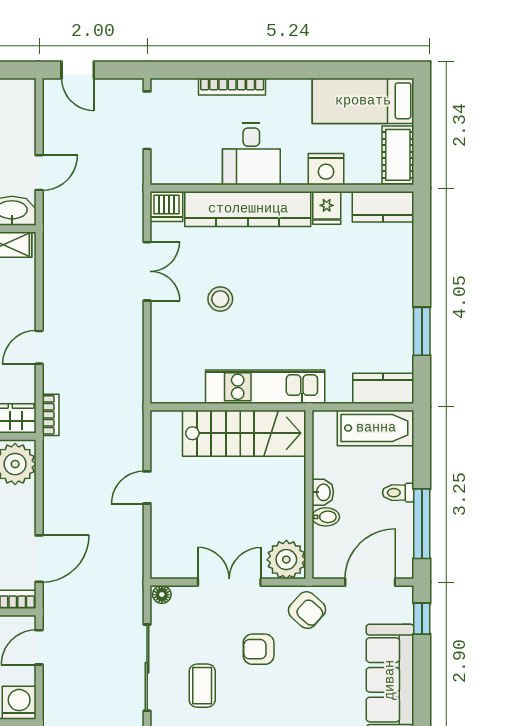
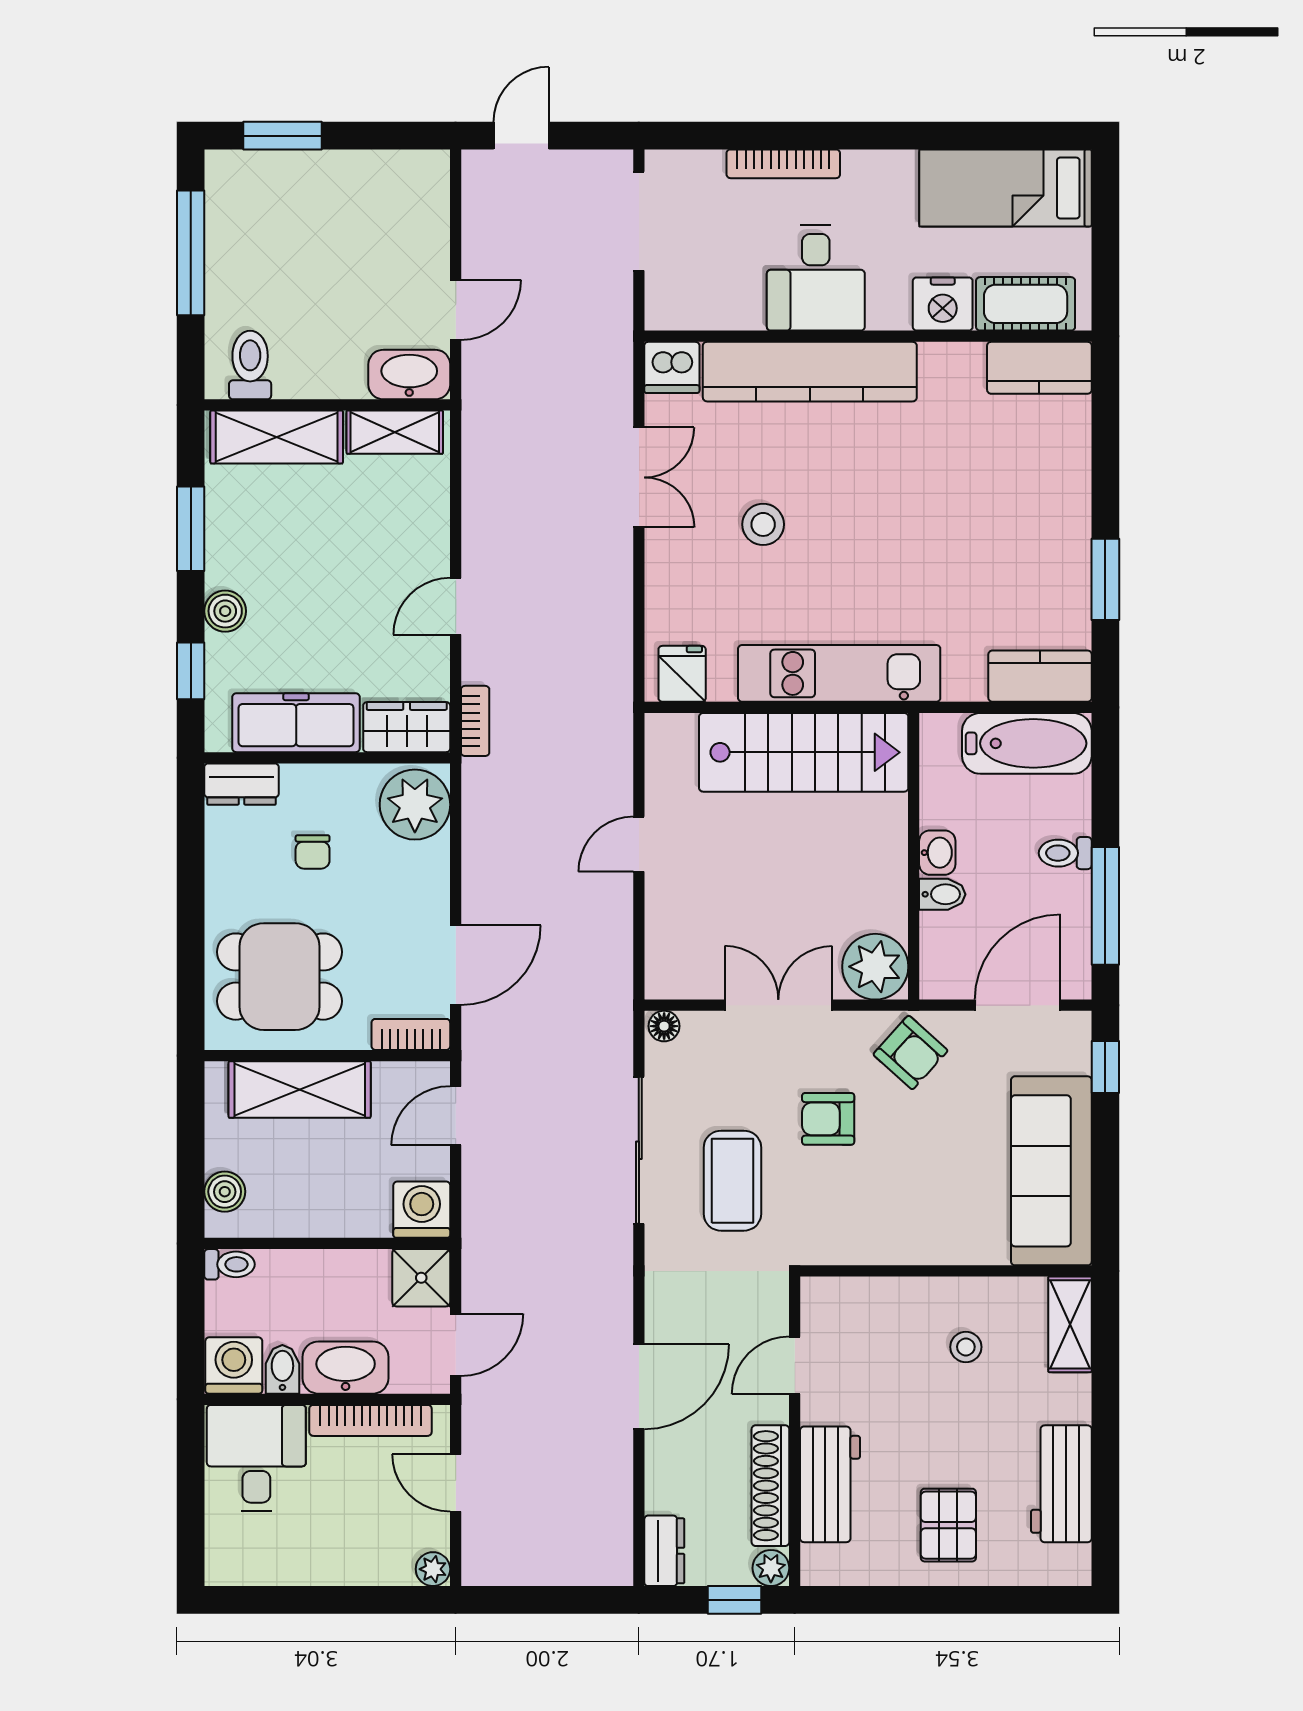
door: (78, 70) -> (521, 136), swing flipped
cot: (398, 155) -> (1026, 304), moved, turned 90
fridge: (327, 208) -> (682, 674), moved, turned 180
coffee table: (202, 686) -> (732, 1181), width x1.36, depth x1.30

